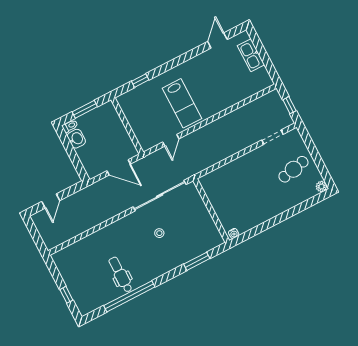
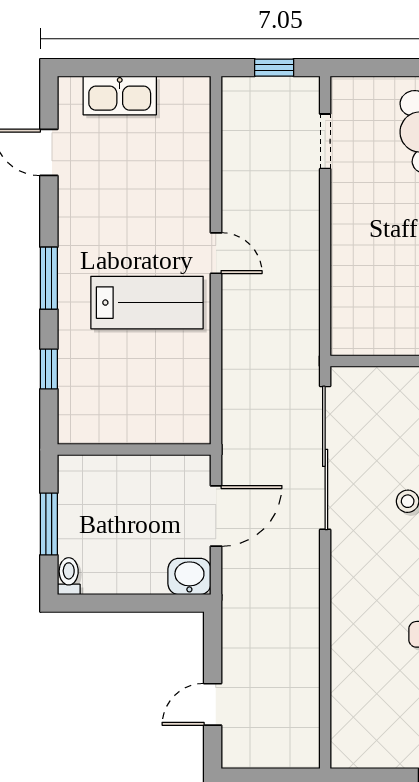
window: (173, 64) -> (49, 278), added
washbasin: (76, 139) -> (189, 576), moved
door: (171, 140) -> (216, 253), moved
door: (51, 201) -> (213, 704), swing flipped

